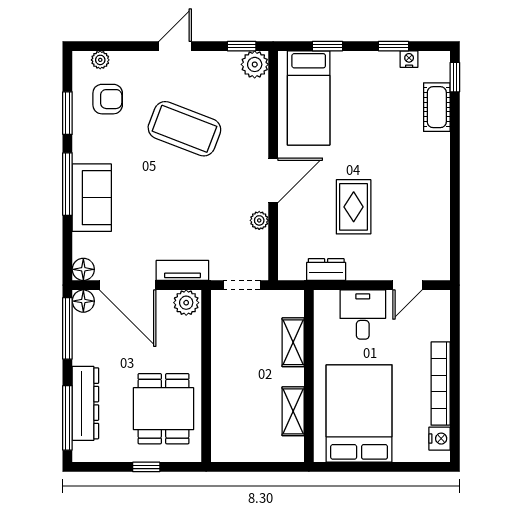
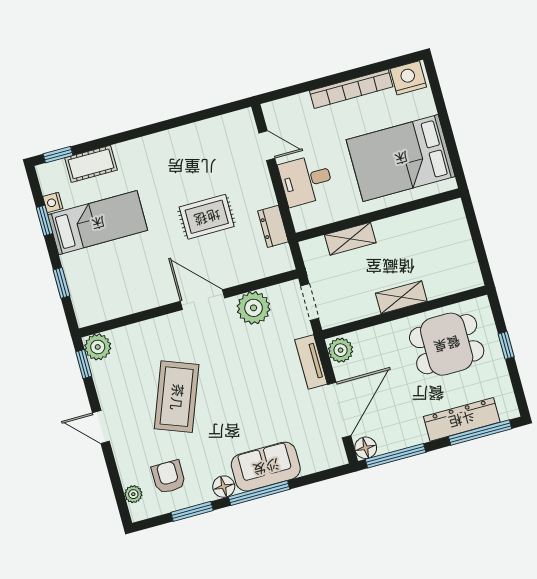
bed: (309, 98) -> (98, 223), moved
plant: (259, 220) -> (254, 308), width x1.88, depth x1.88
floor lamp: (83, 269) -> (224, 487), moved
shelving: (293, 411) -> (401, 297), moved
nightstand: (439, 439) -> (408, 78), width x1.36, depth x1.33

